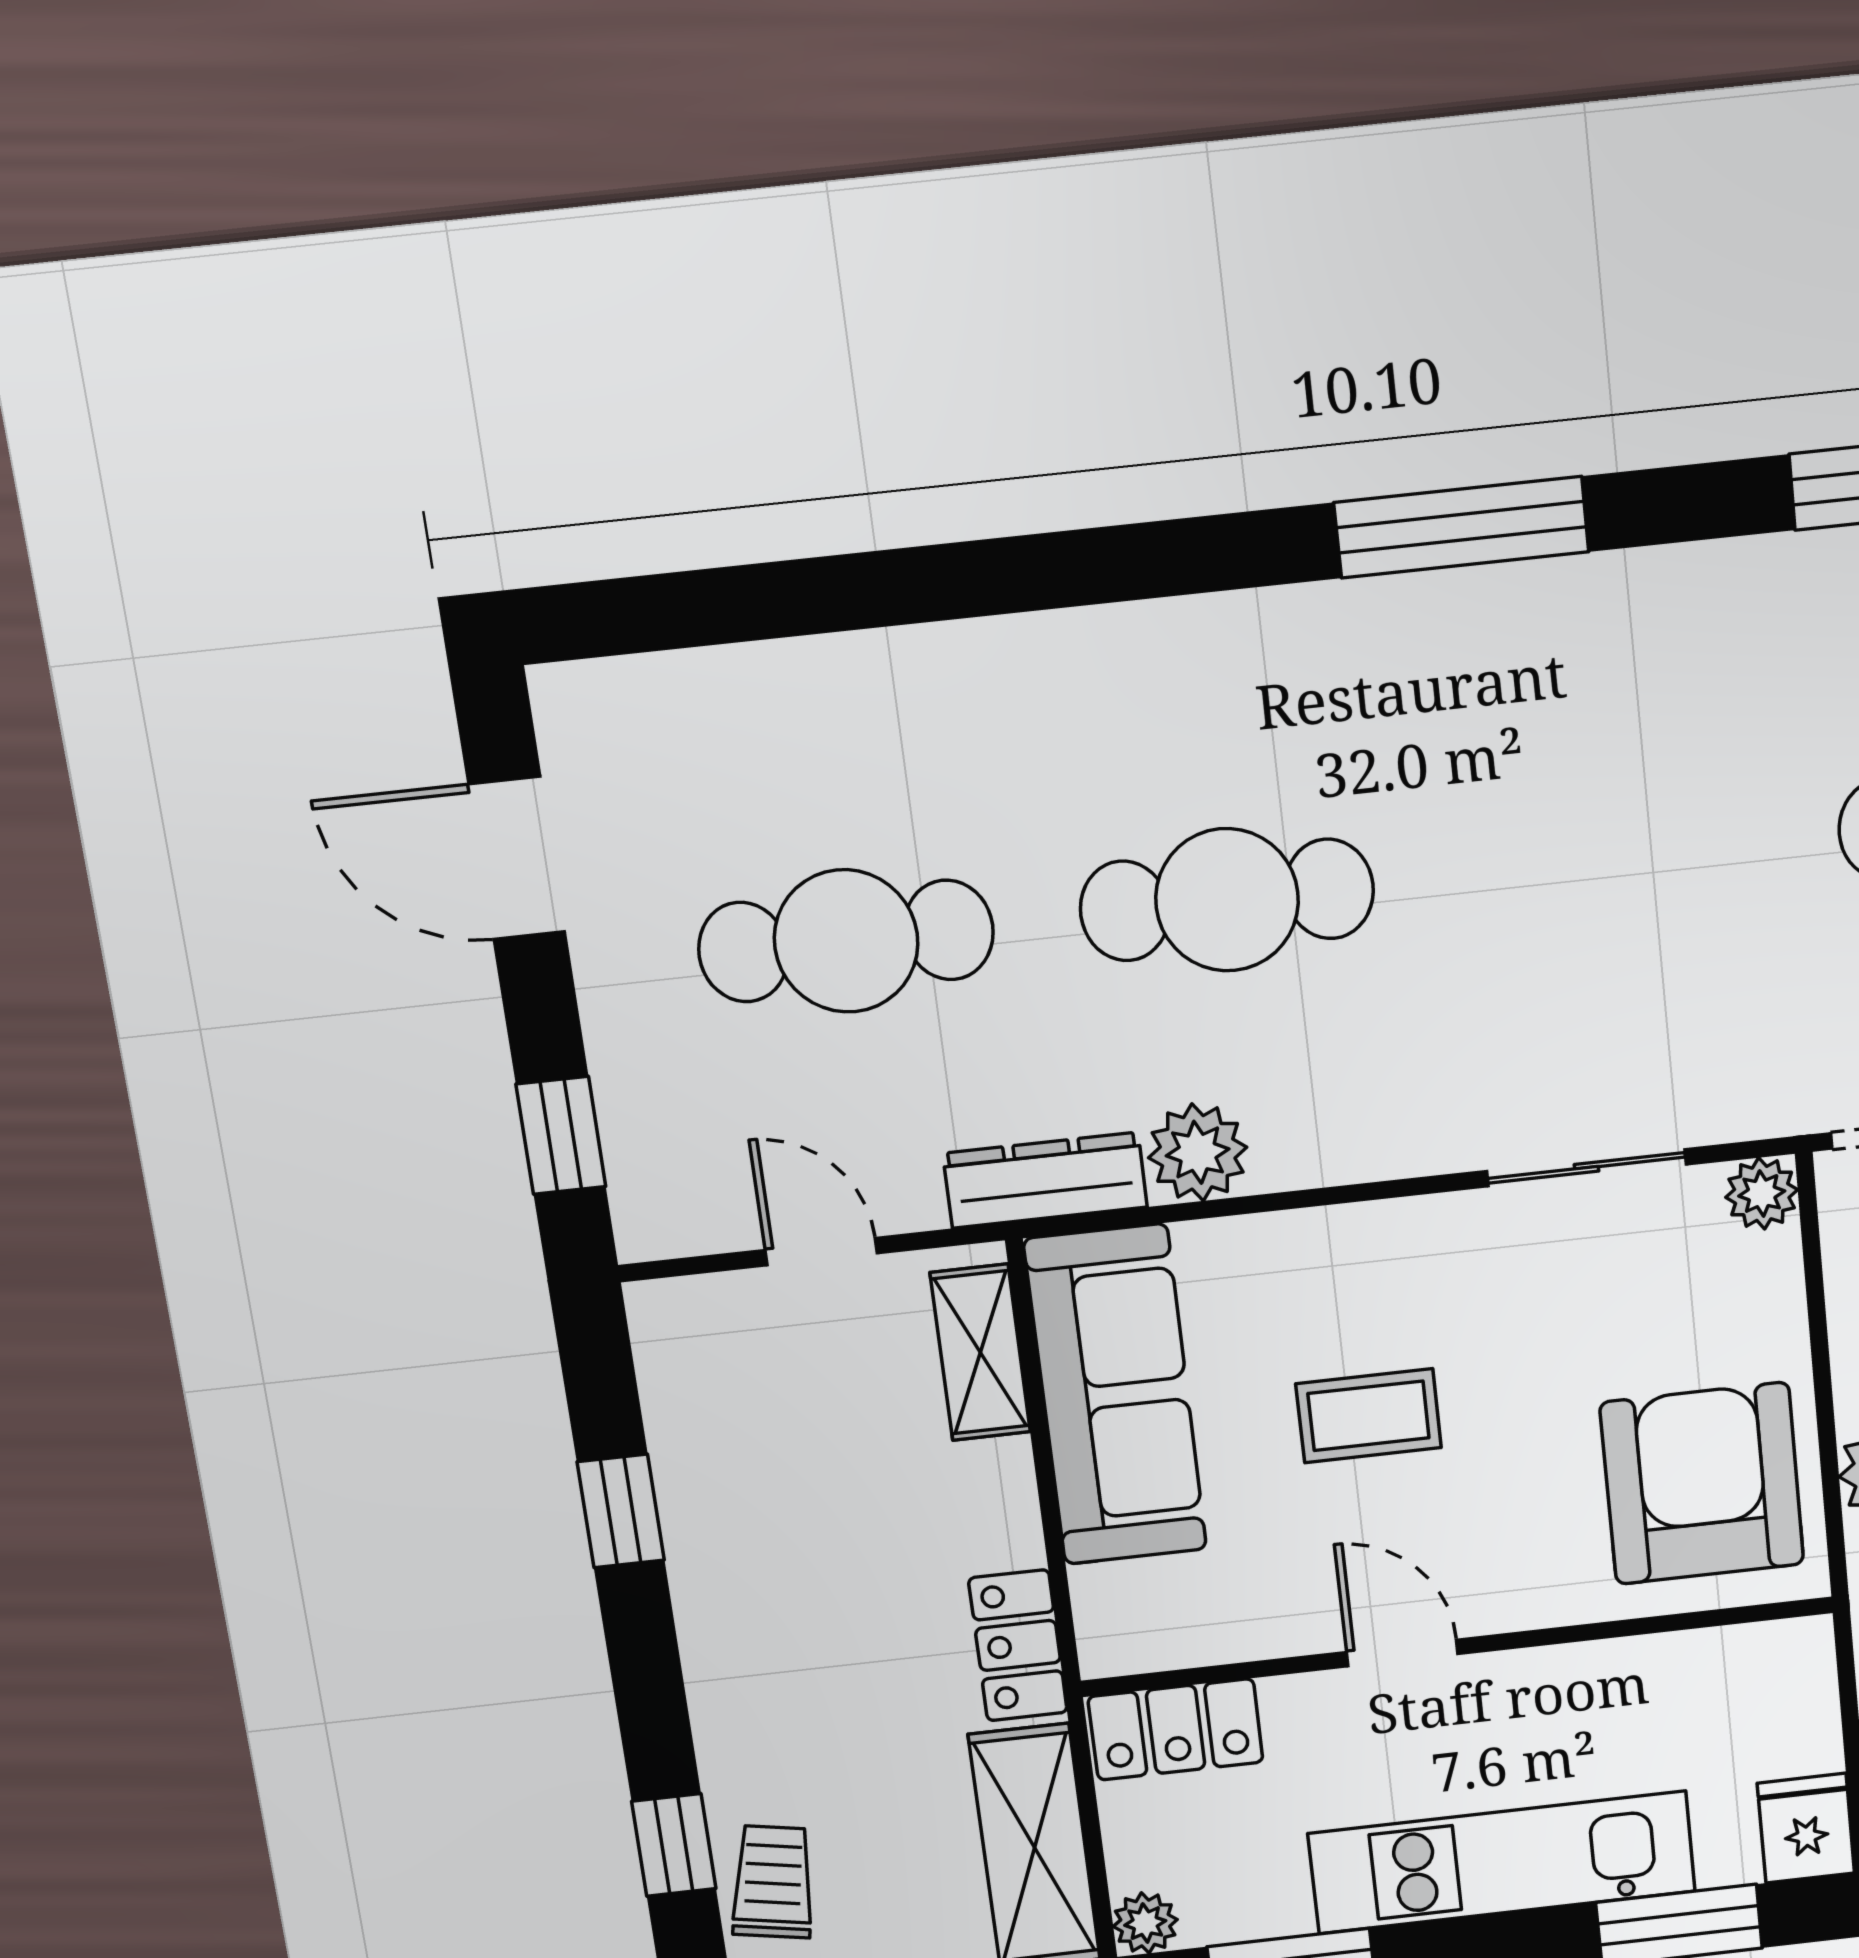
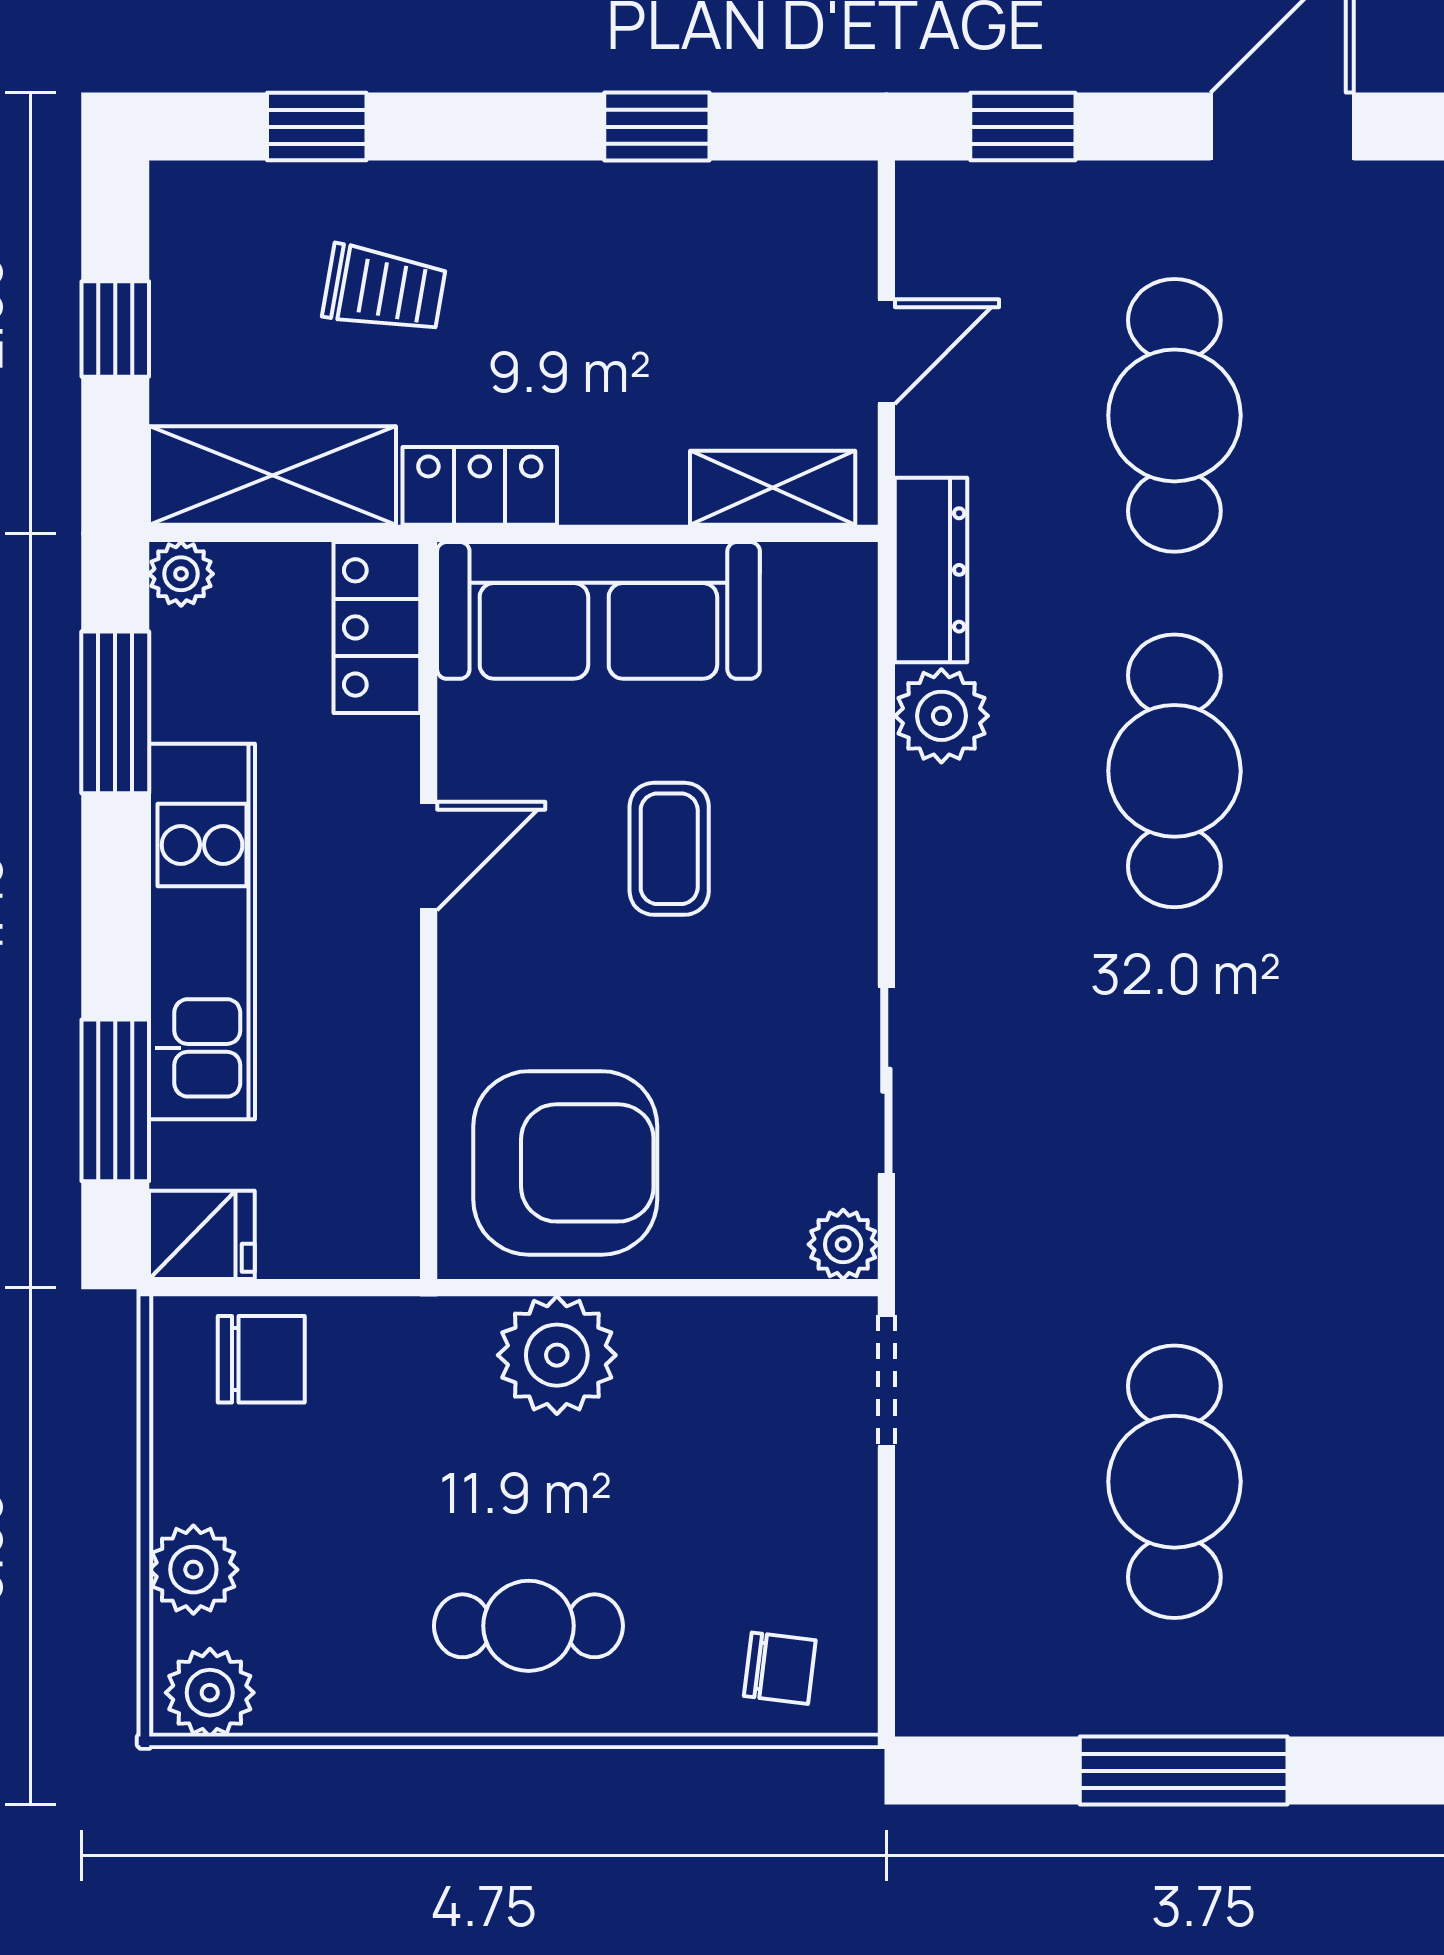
sofa: (1116, 1395) -> (598, 610), moved
trolley: (773, 1882) -> (384, 289), moved

